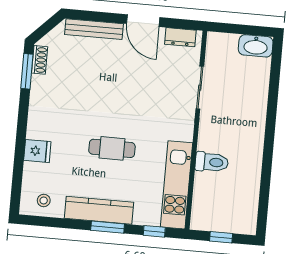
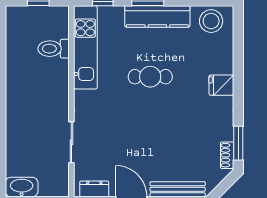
fridge: (37, 151) -> (221, 85), moved
toilet: (212, 162) -> (54, 49), moved
stool: (44, 200) -> (211, 21), width x1.89, depth x1.89

